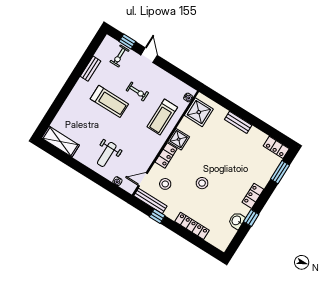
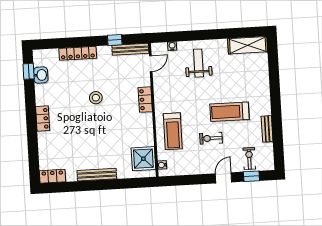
door: (149, 55) -> (223, 178), swing flipped
treadmill: (162, 117) -> (173, 131), turned 180
bench: (238, 122) -> (97, 175), width x1.36
shower: (179, 139) -> (144, 122), removed
window: (280, 172) -> (33, 157), removed
stool: (165, 184) -> (128, 74), removed
window: (251, 218) -> (29, 71), moved
washbasin: (237, 221) -> (41, 75), moved

